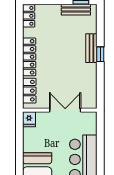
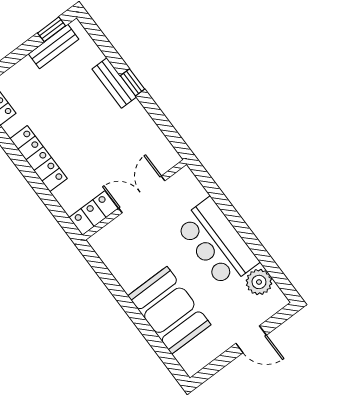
locker: (29, 91) -> (94, 213), moved, turned -90
fridge: (29, 119) -> (102, 244), removed

